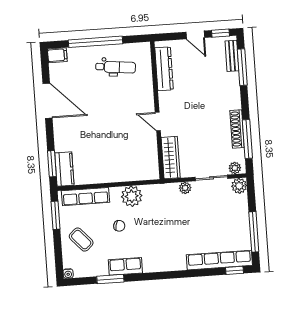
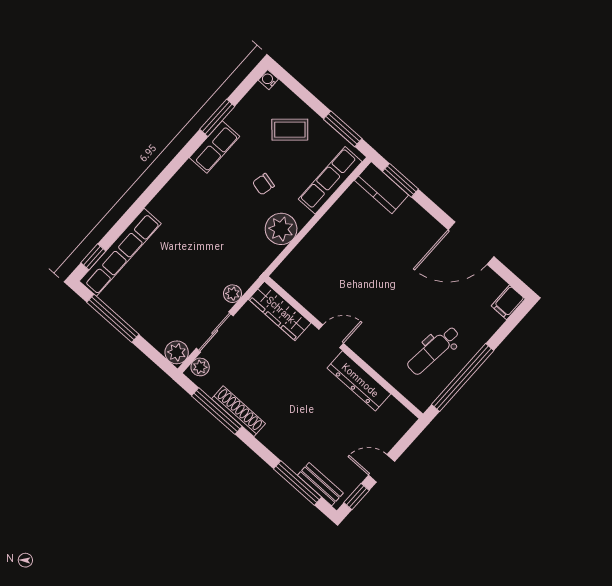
window: (96, 42) -> (463, 378), moved
dresser: (164, 69) -> (359, 381), moved

